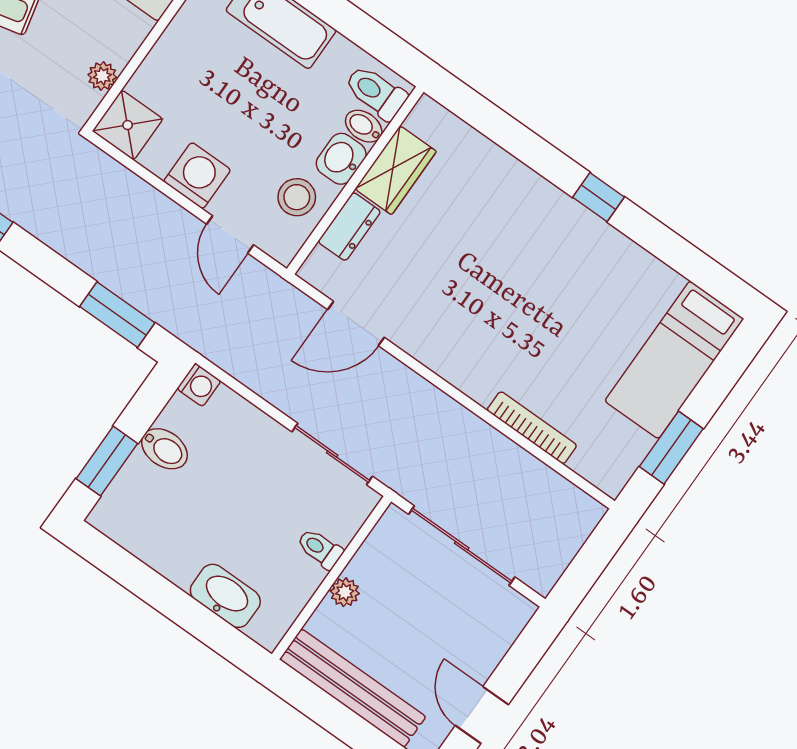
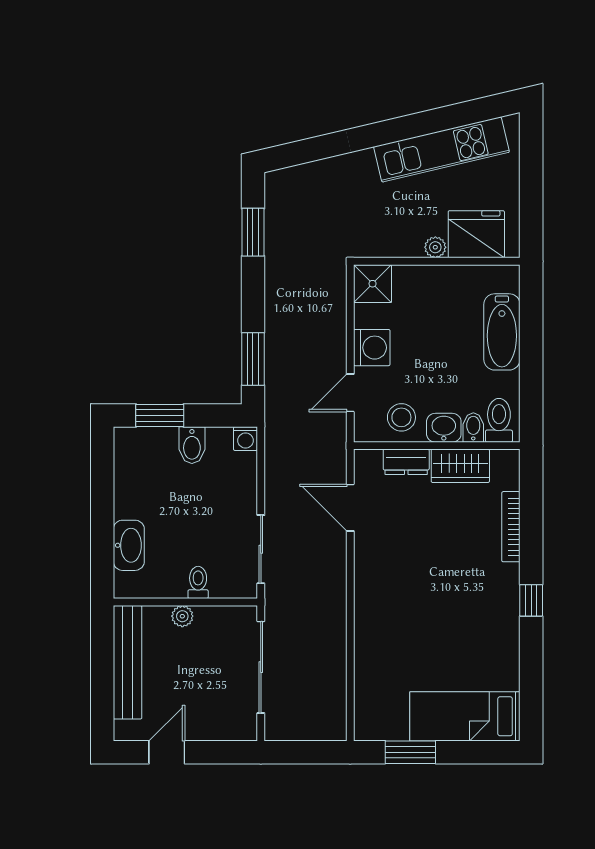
plant: (102, 76) -> (435, 247), moved
bookcase: (532, 428) -> (511, 527), moved, turned 180

